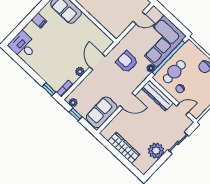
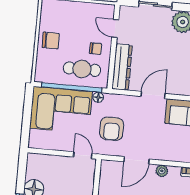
door: (139, 18) -> (83, 155), moved
door: (127, 101) -> (153, 95), hinge flipped

